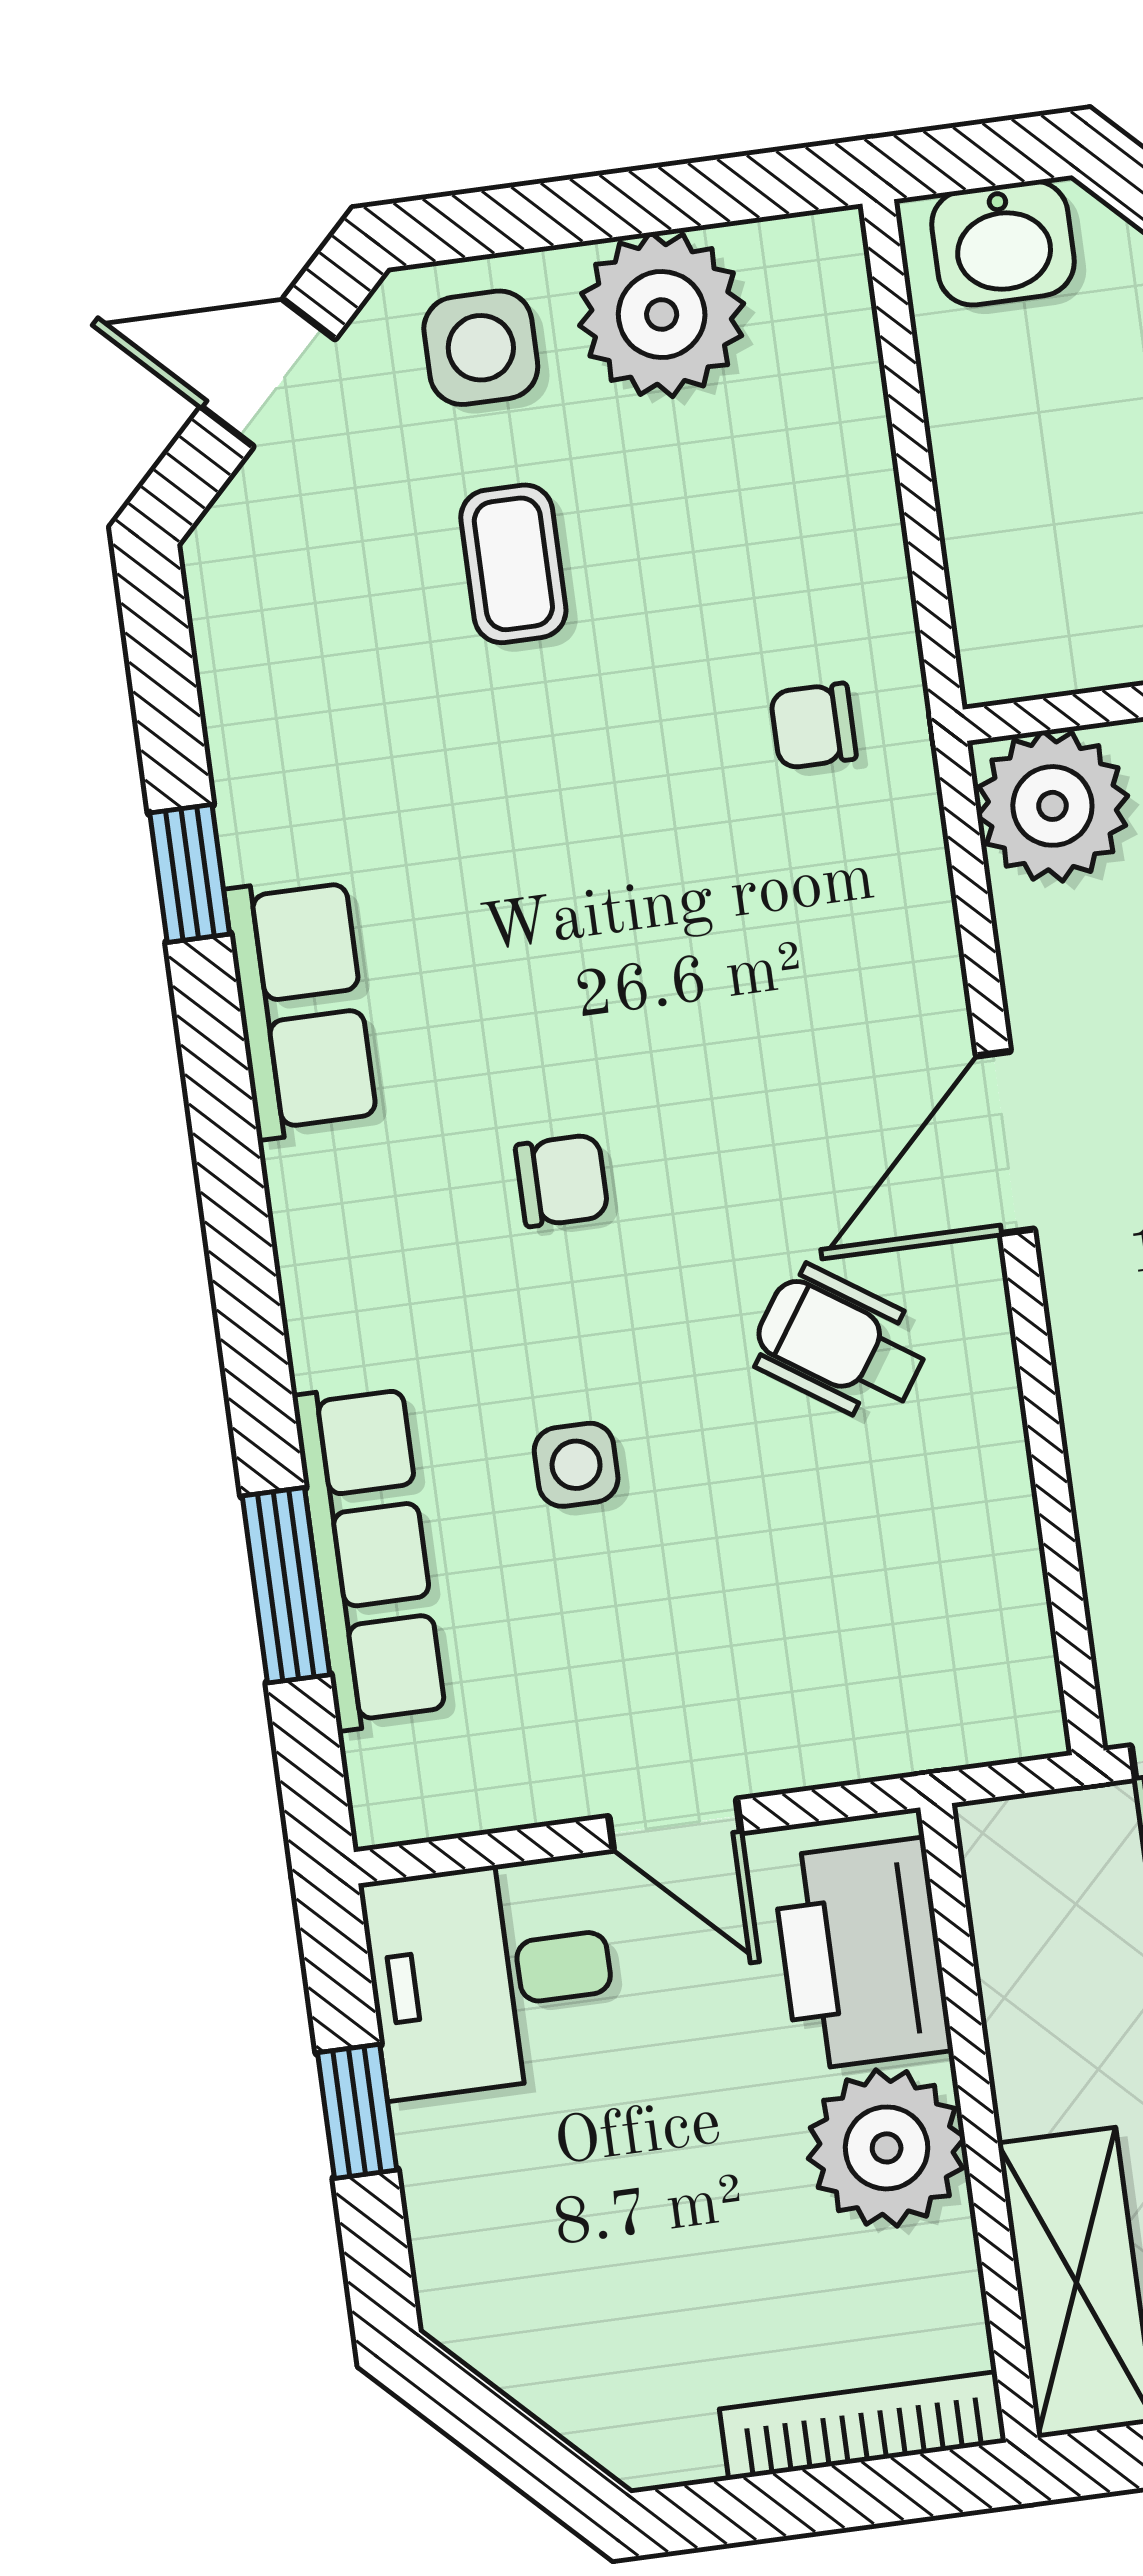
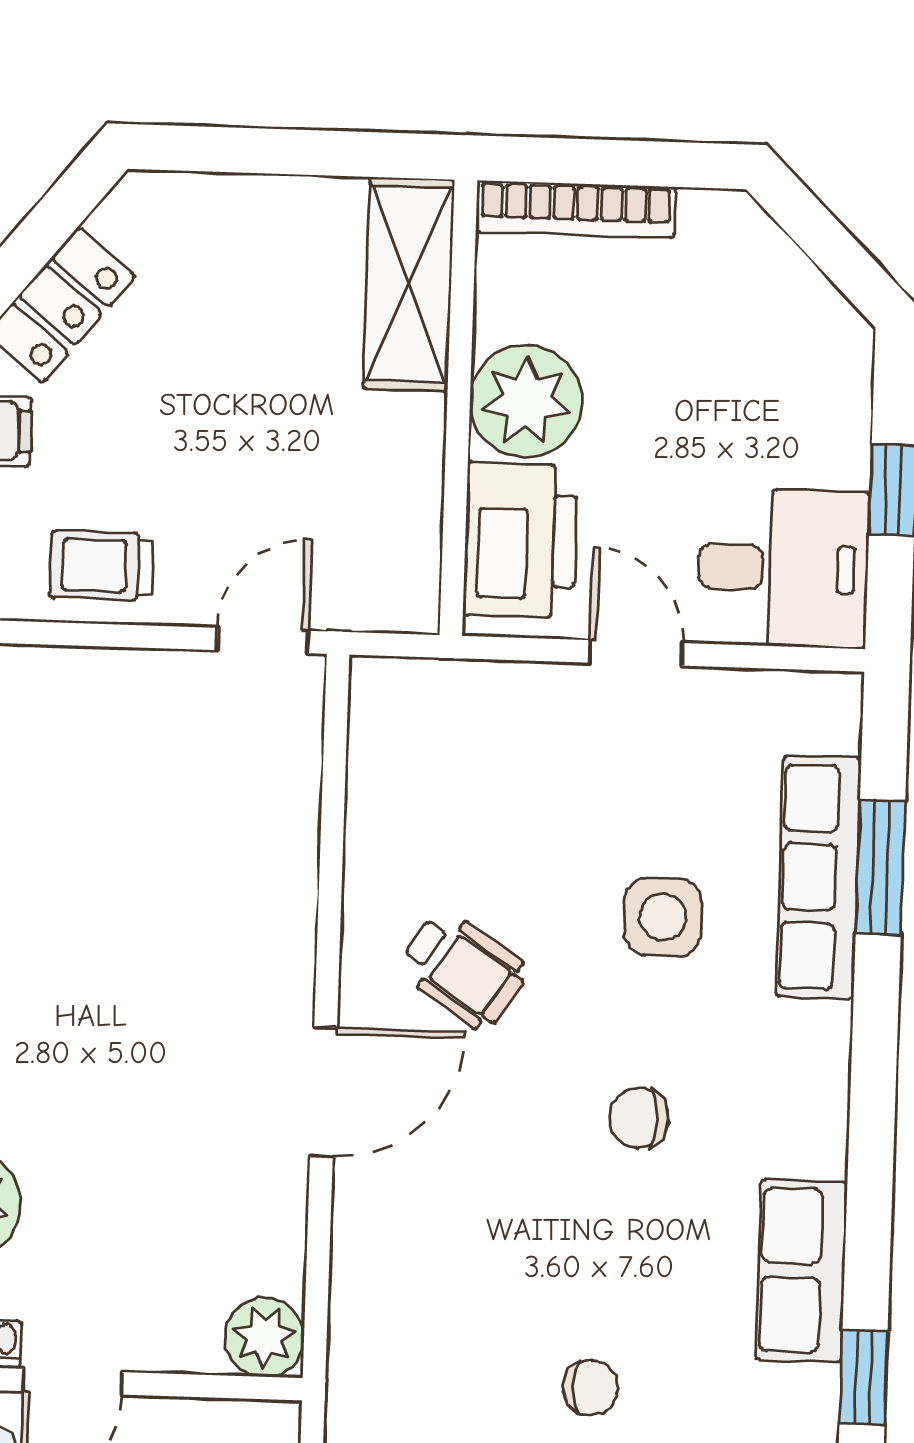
chair: (813, 726) -> (591, 1388), moved
plant: (1052, 806) -> (264, 1337), width x0.73, depth x0.73
side table: (576, 1465) -> (663, 917), width x1.37, depth x1.37

